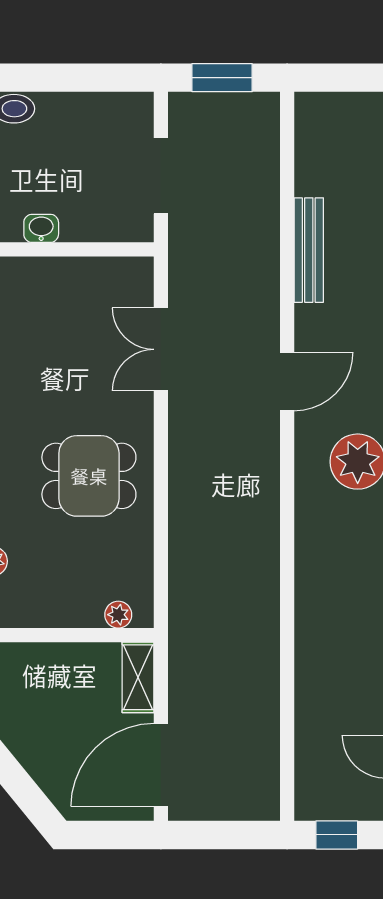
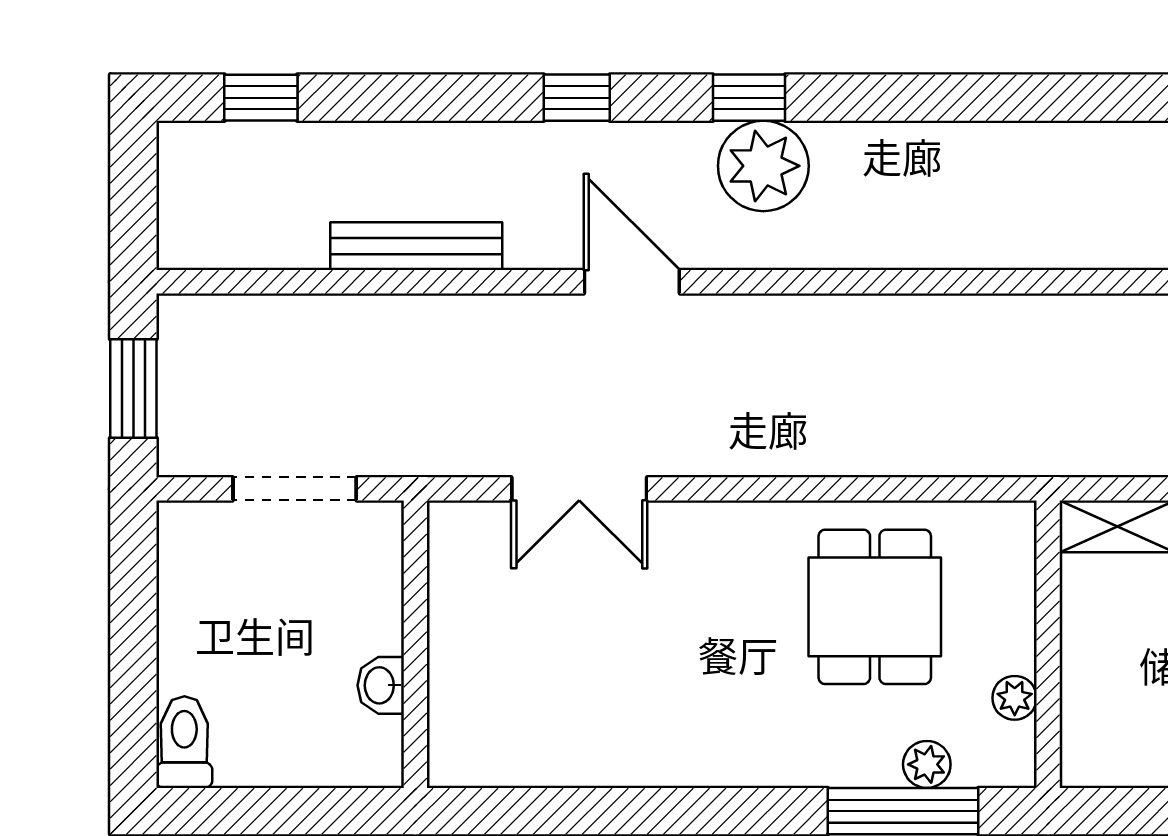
dining table: (89, 476) -> (875, 607), moved
plant: (118, 615) -> (1015, 698), moved

